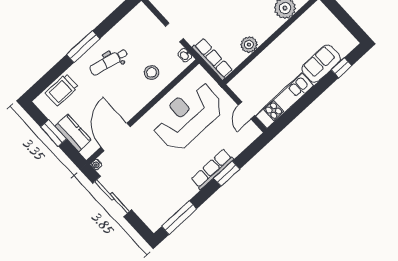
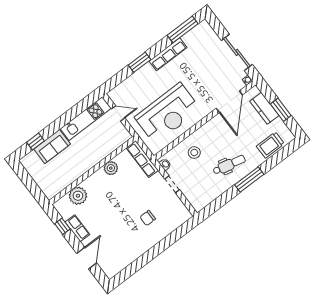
trolley: (62, 90) -> (270, 145), turned 180
door: (246, 110) -> (118, 113), hinge flipped
row of seats: (212, 169) -> (168, 54), moved

